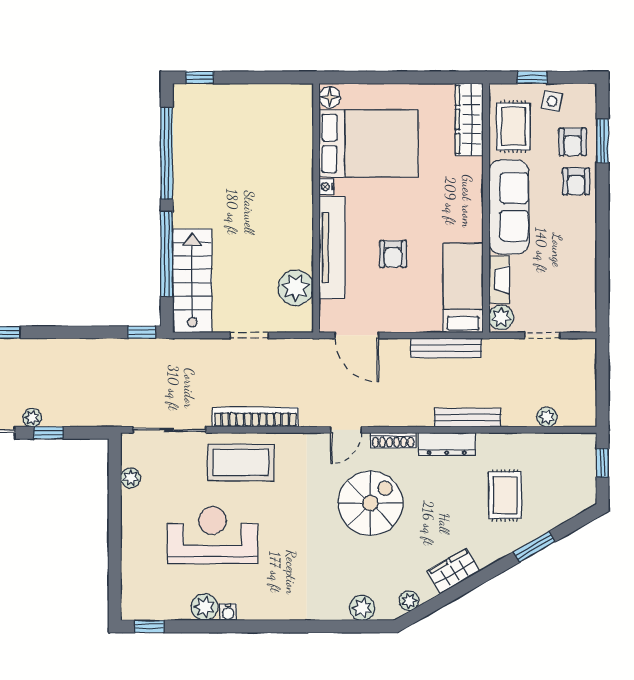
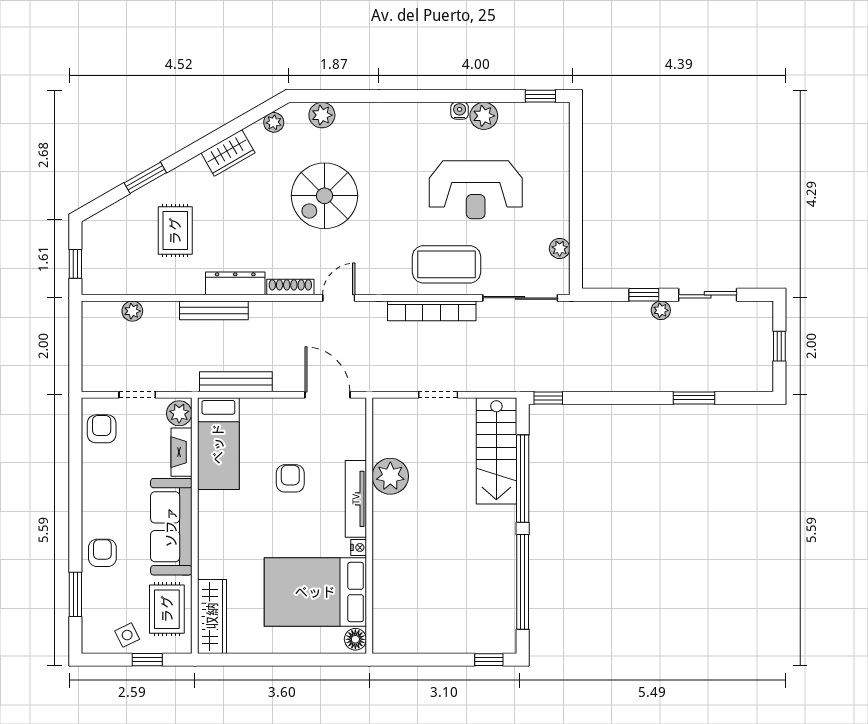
side table: (552, 101) -> (127, 635), turned -38
armchair: (573, 142) -> (102, 429), moved
tv unit: (332, 248) -> (356, 499), width x0.73, depth x0.78
plant: (296, 288) -> (390, 476), moved
spiral stairs: (370, 503) -> (324, 196), moved

